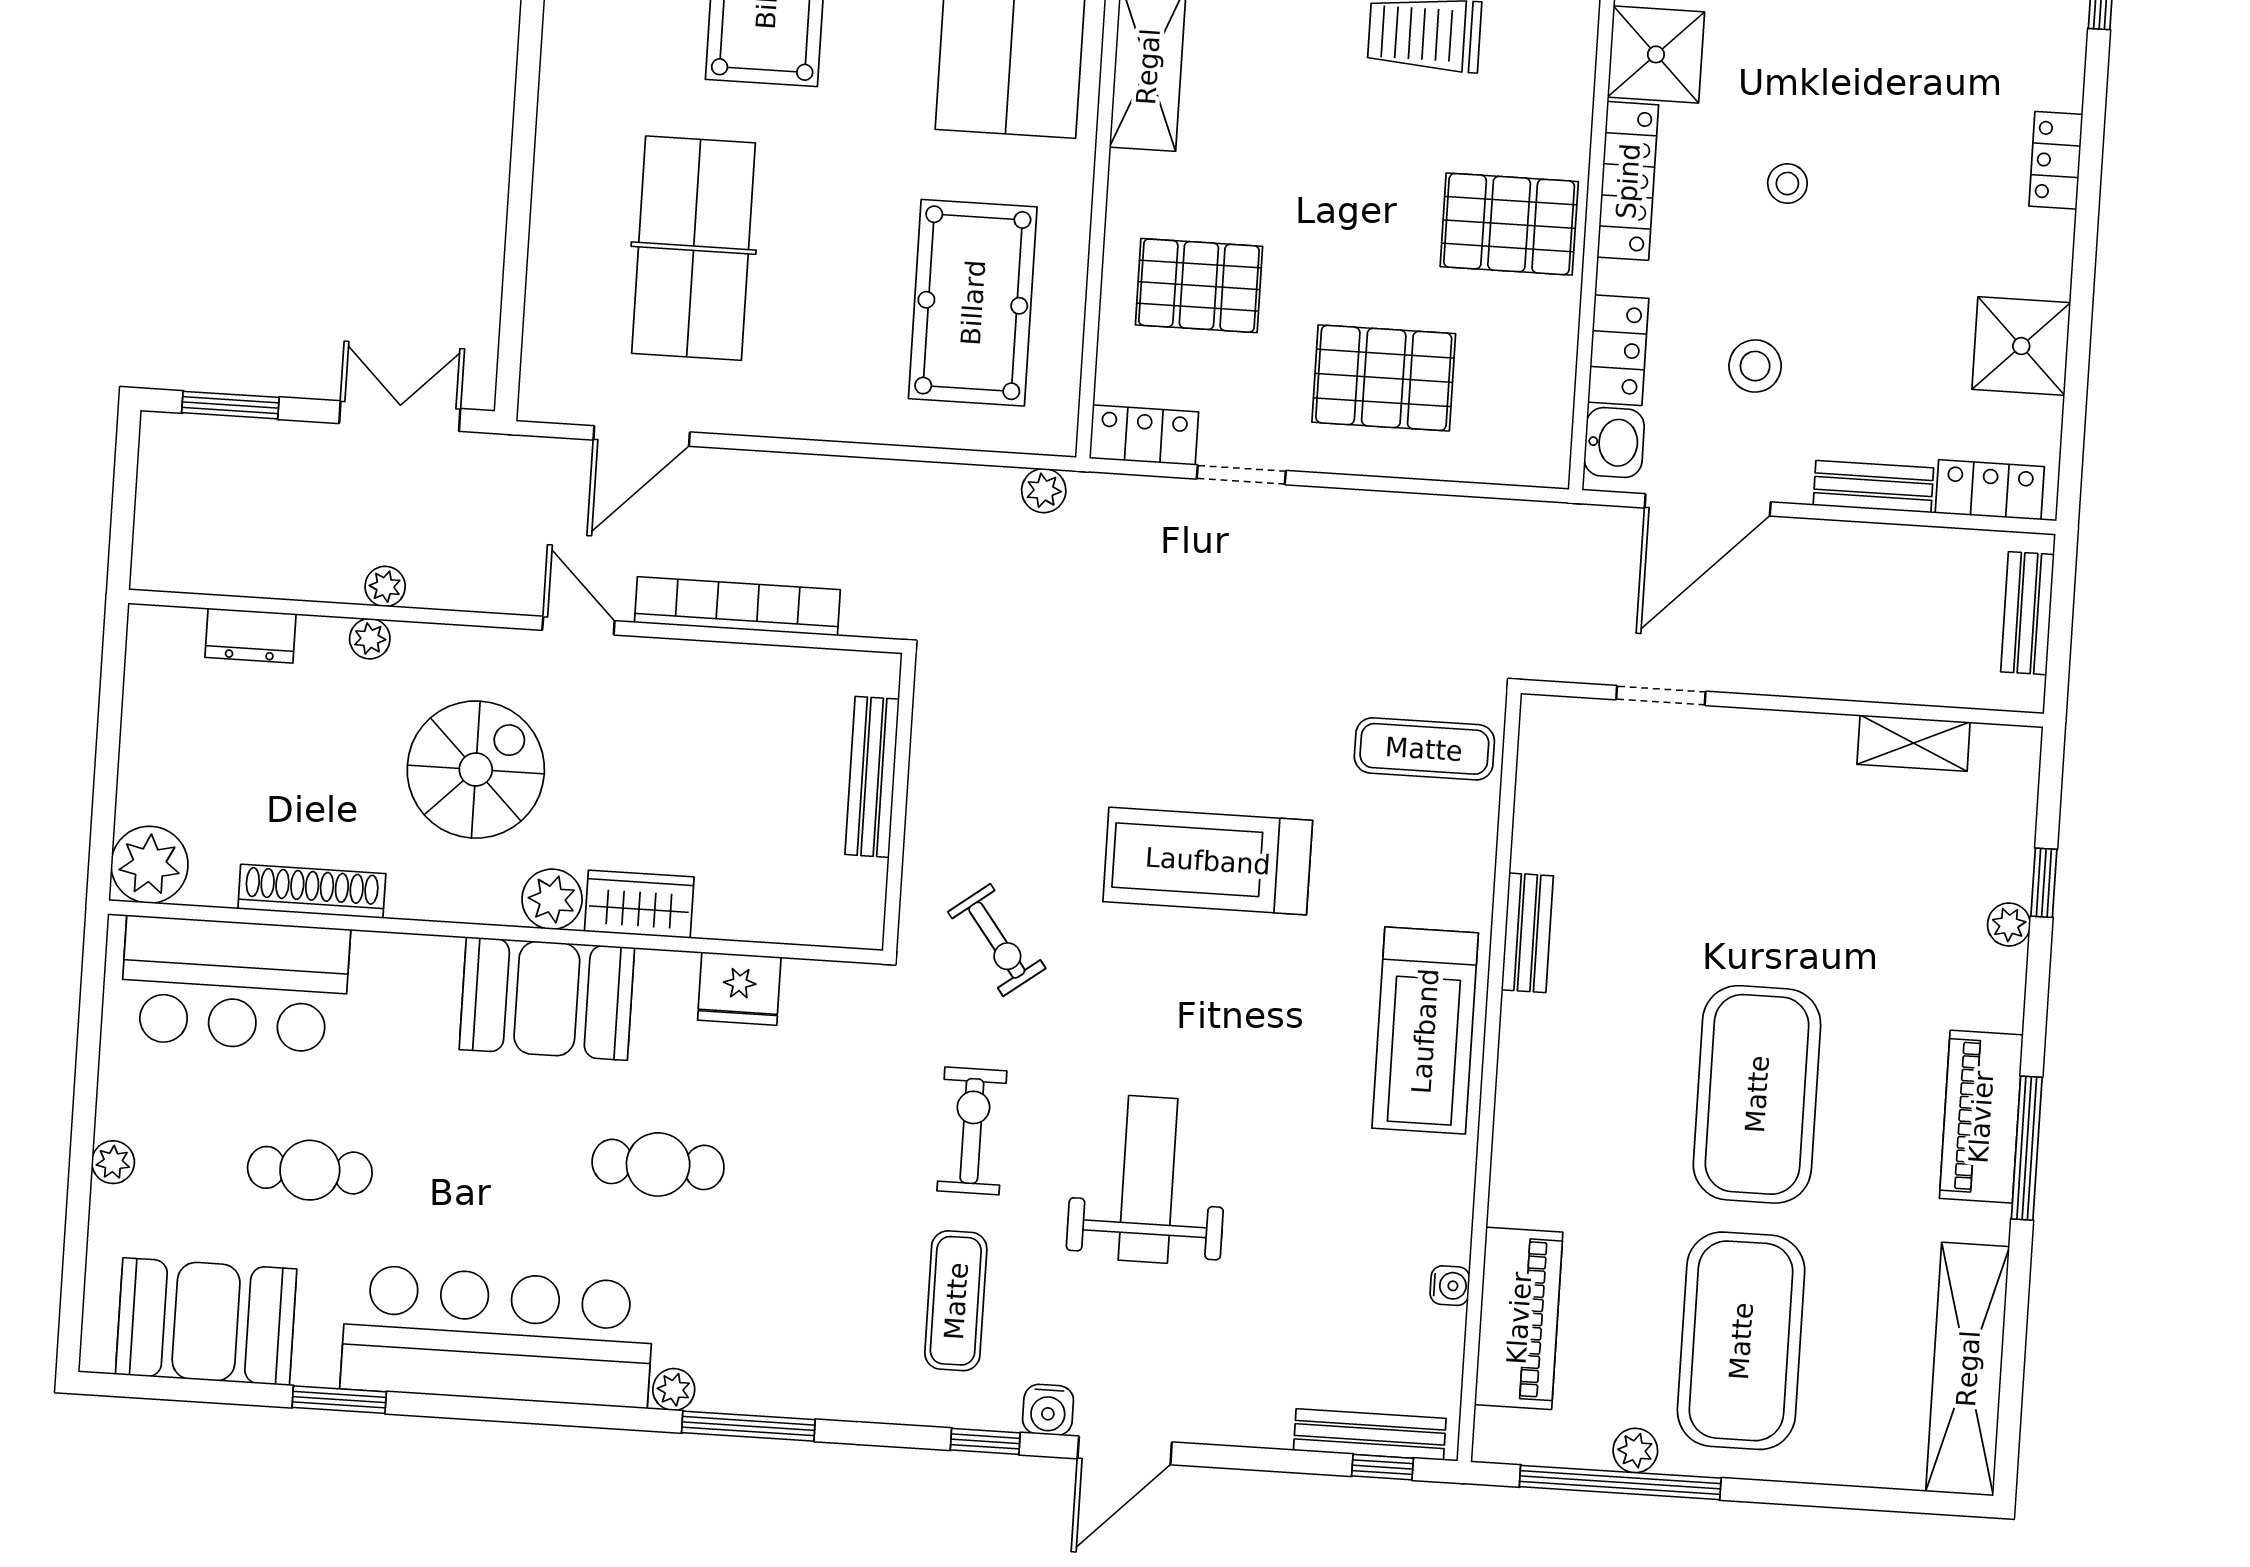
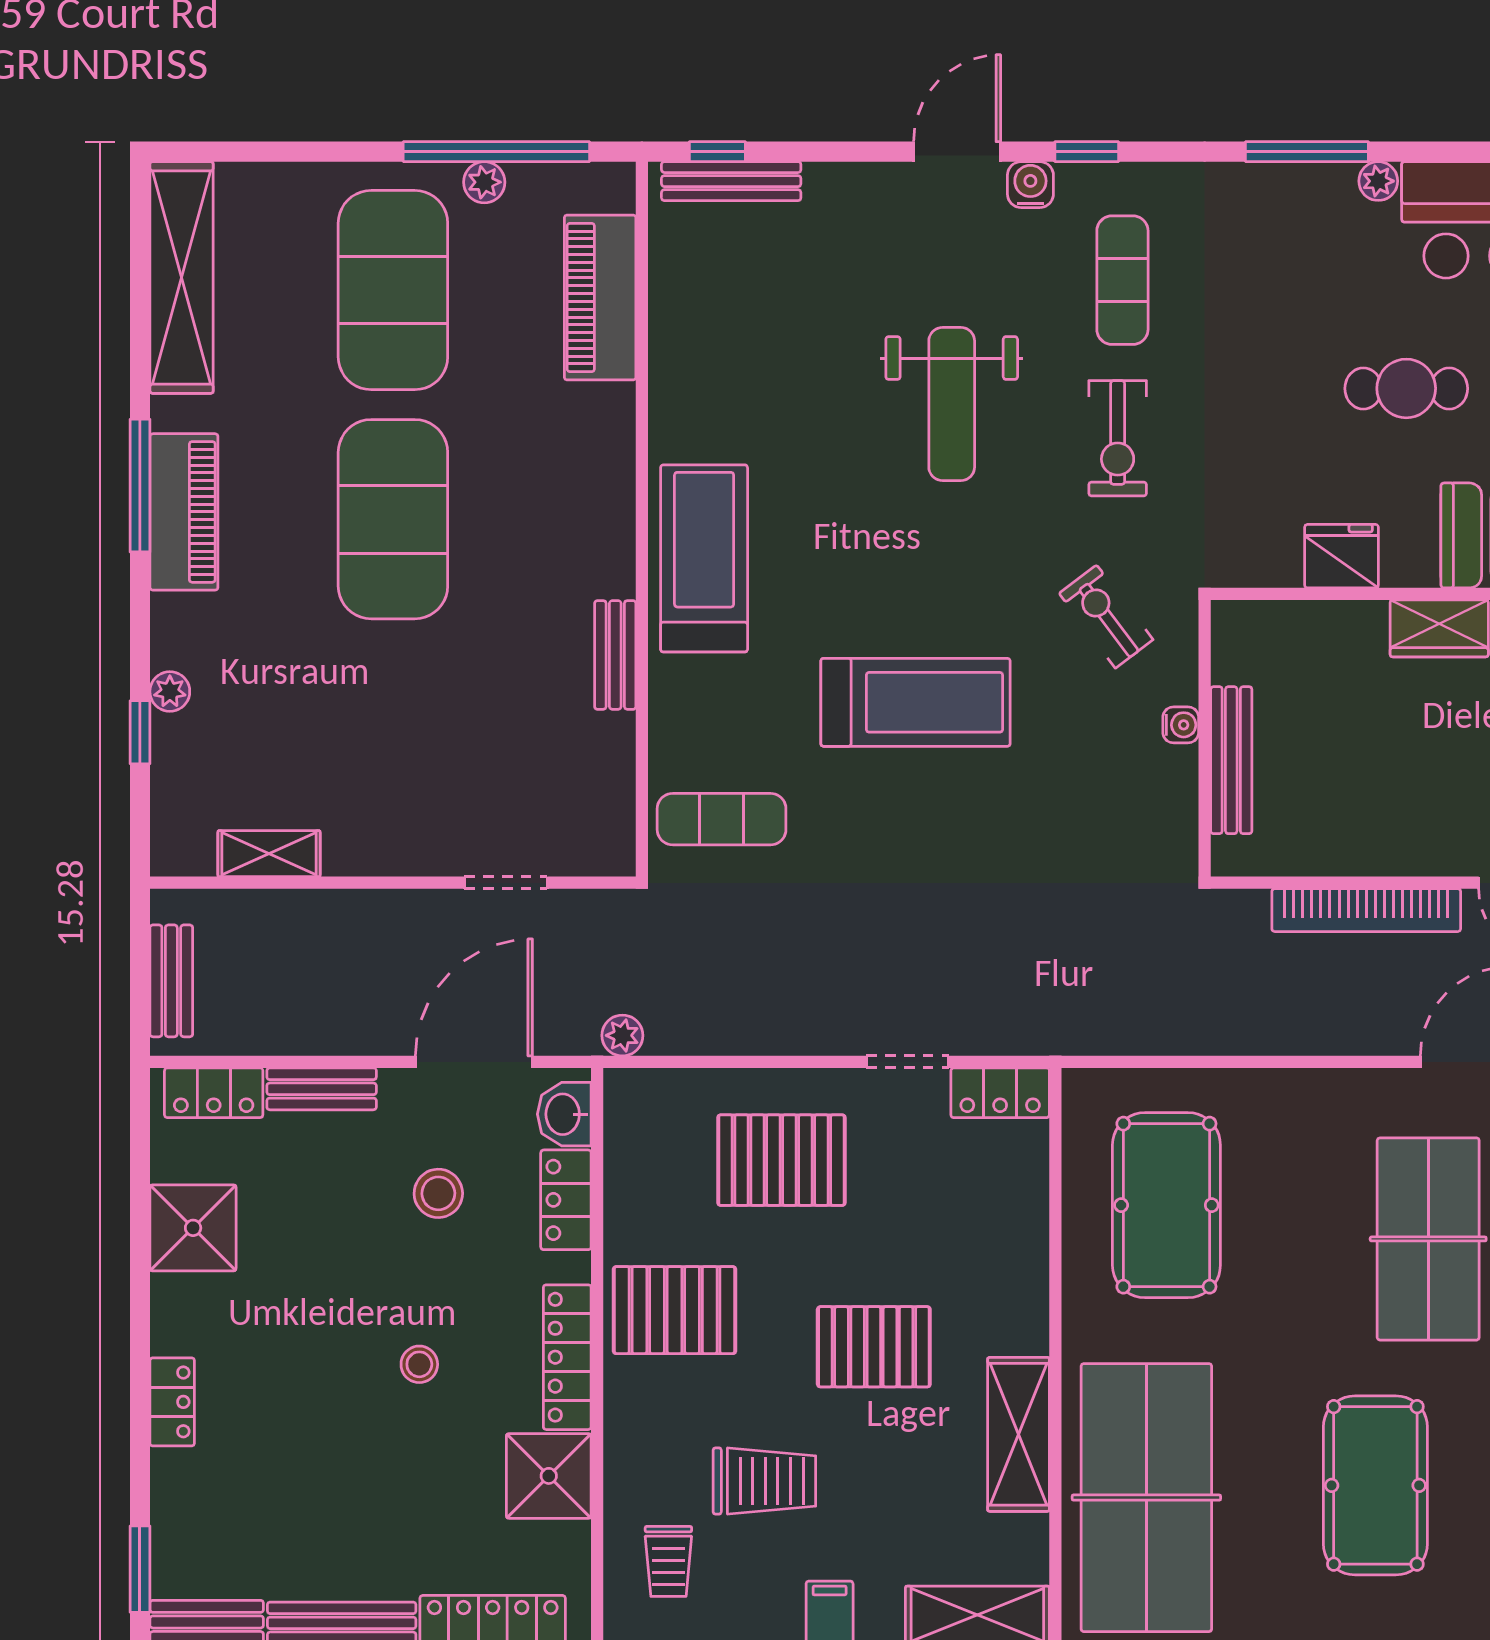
pallet: (1199, 286) -> (874, 1347), moved
plant: (1044, 491) -> (622, 1035), moved
water cooler: (1450, 1286) -> (1181, 725), moved, turned 180

